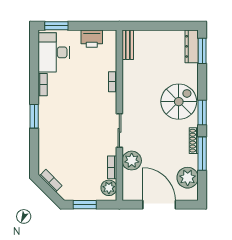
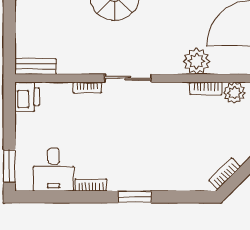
printer: (92, 39) -> (27, 97), moved
desk: (54, 52) -> (54, 170), width x0.73
sliding door: (119, 130) -> (128, 78), moved

